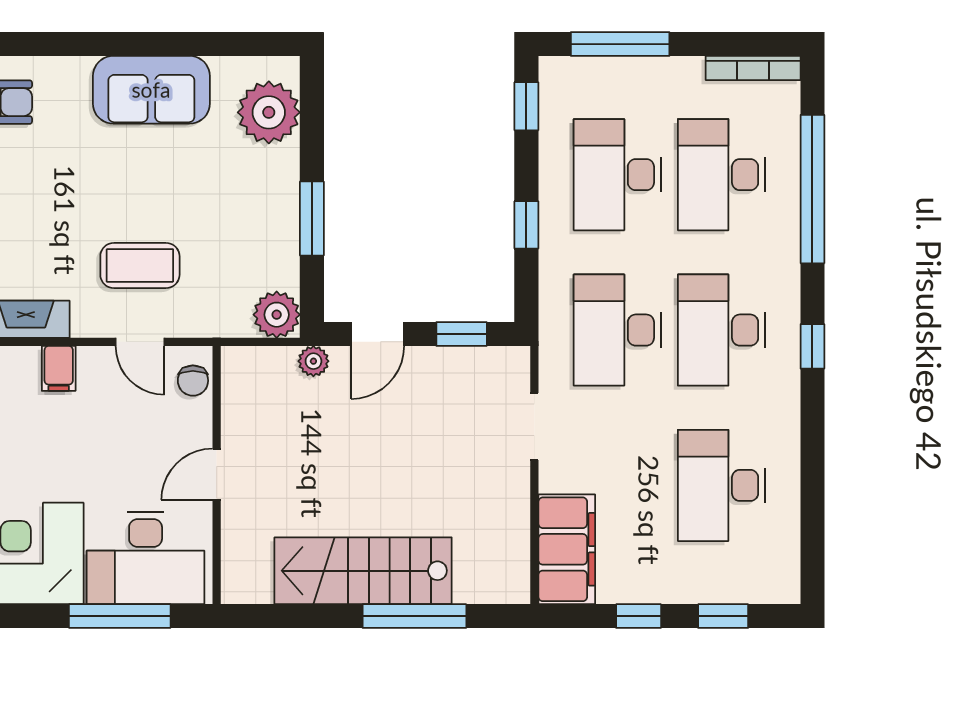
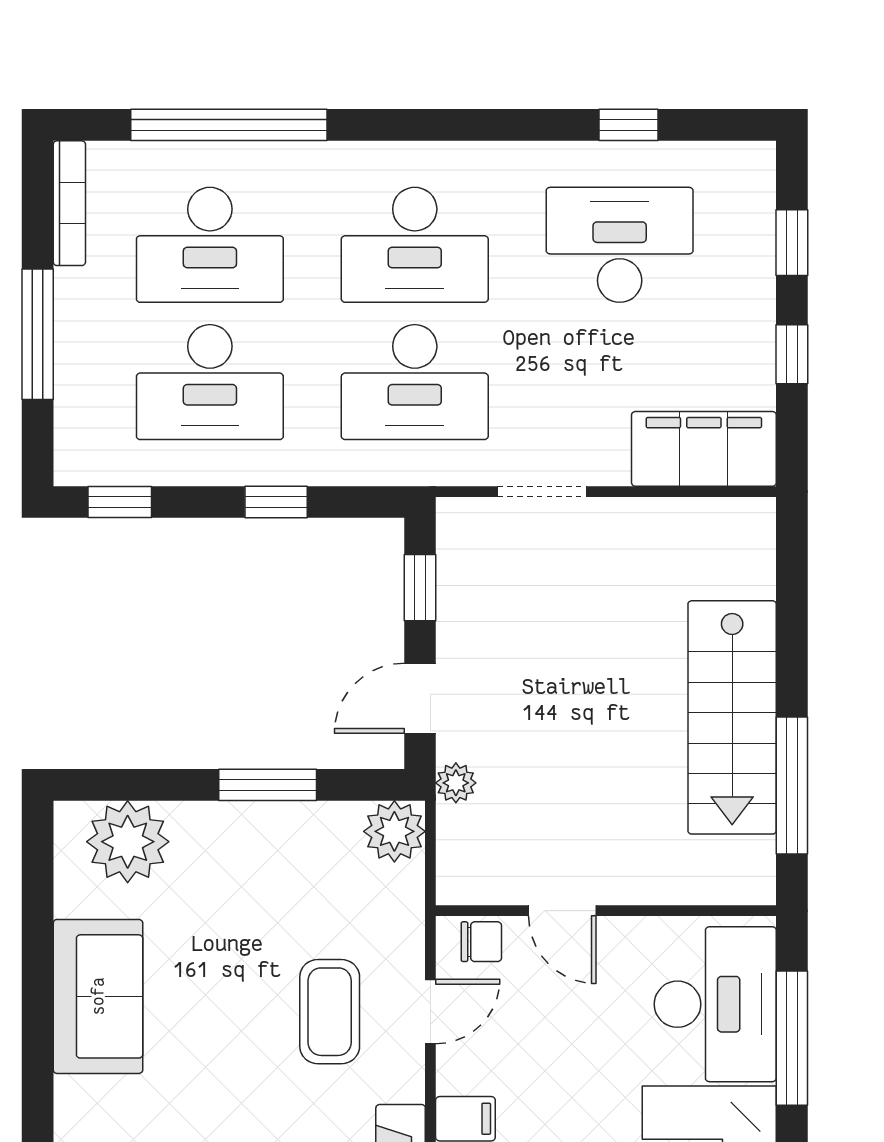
window: (620, 44) -> (38, 334), moved
door: (378, 334) -> (420, 698), swing flipped
window: (812, 346) -> (628, 125), moved
door: (217, 474) -> (562, 911), moved
desk: (721, 485) -> (620, 245), turned 180
window: (414, 616) -> (792, 786), moved

